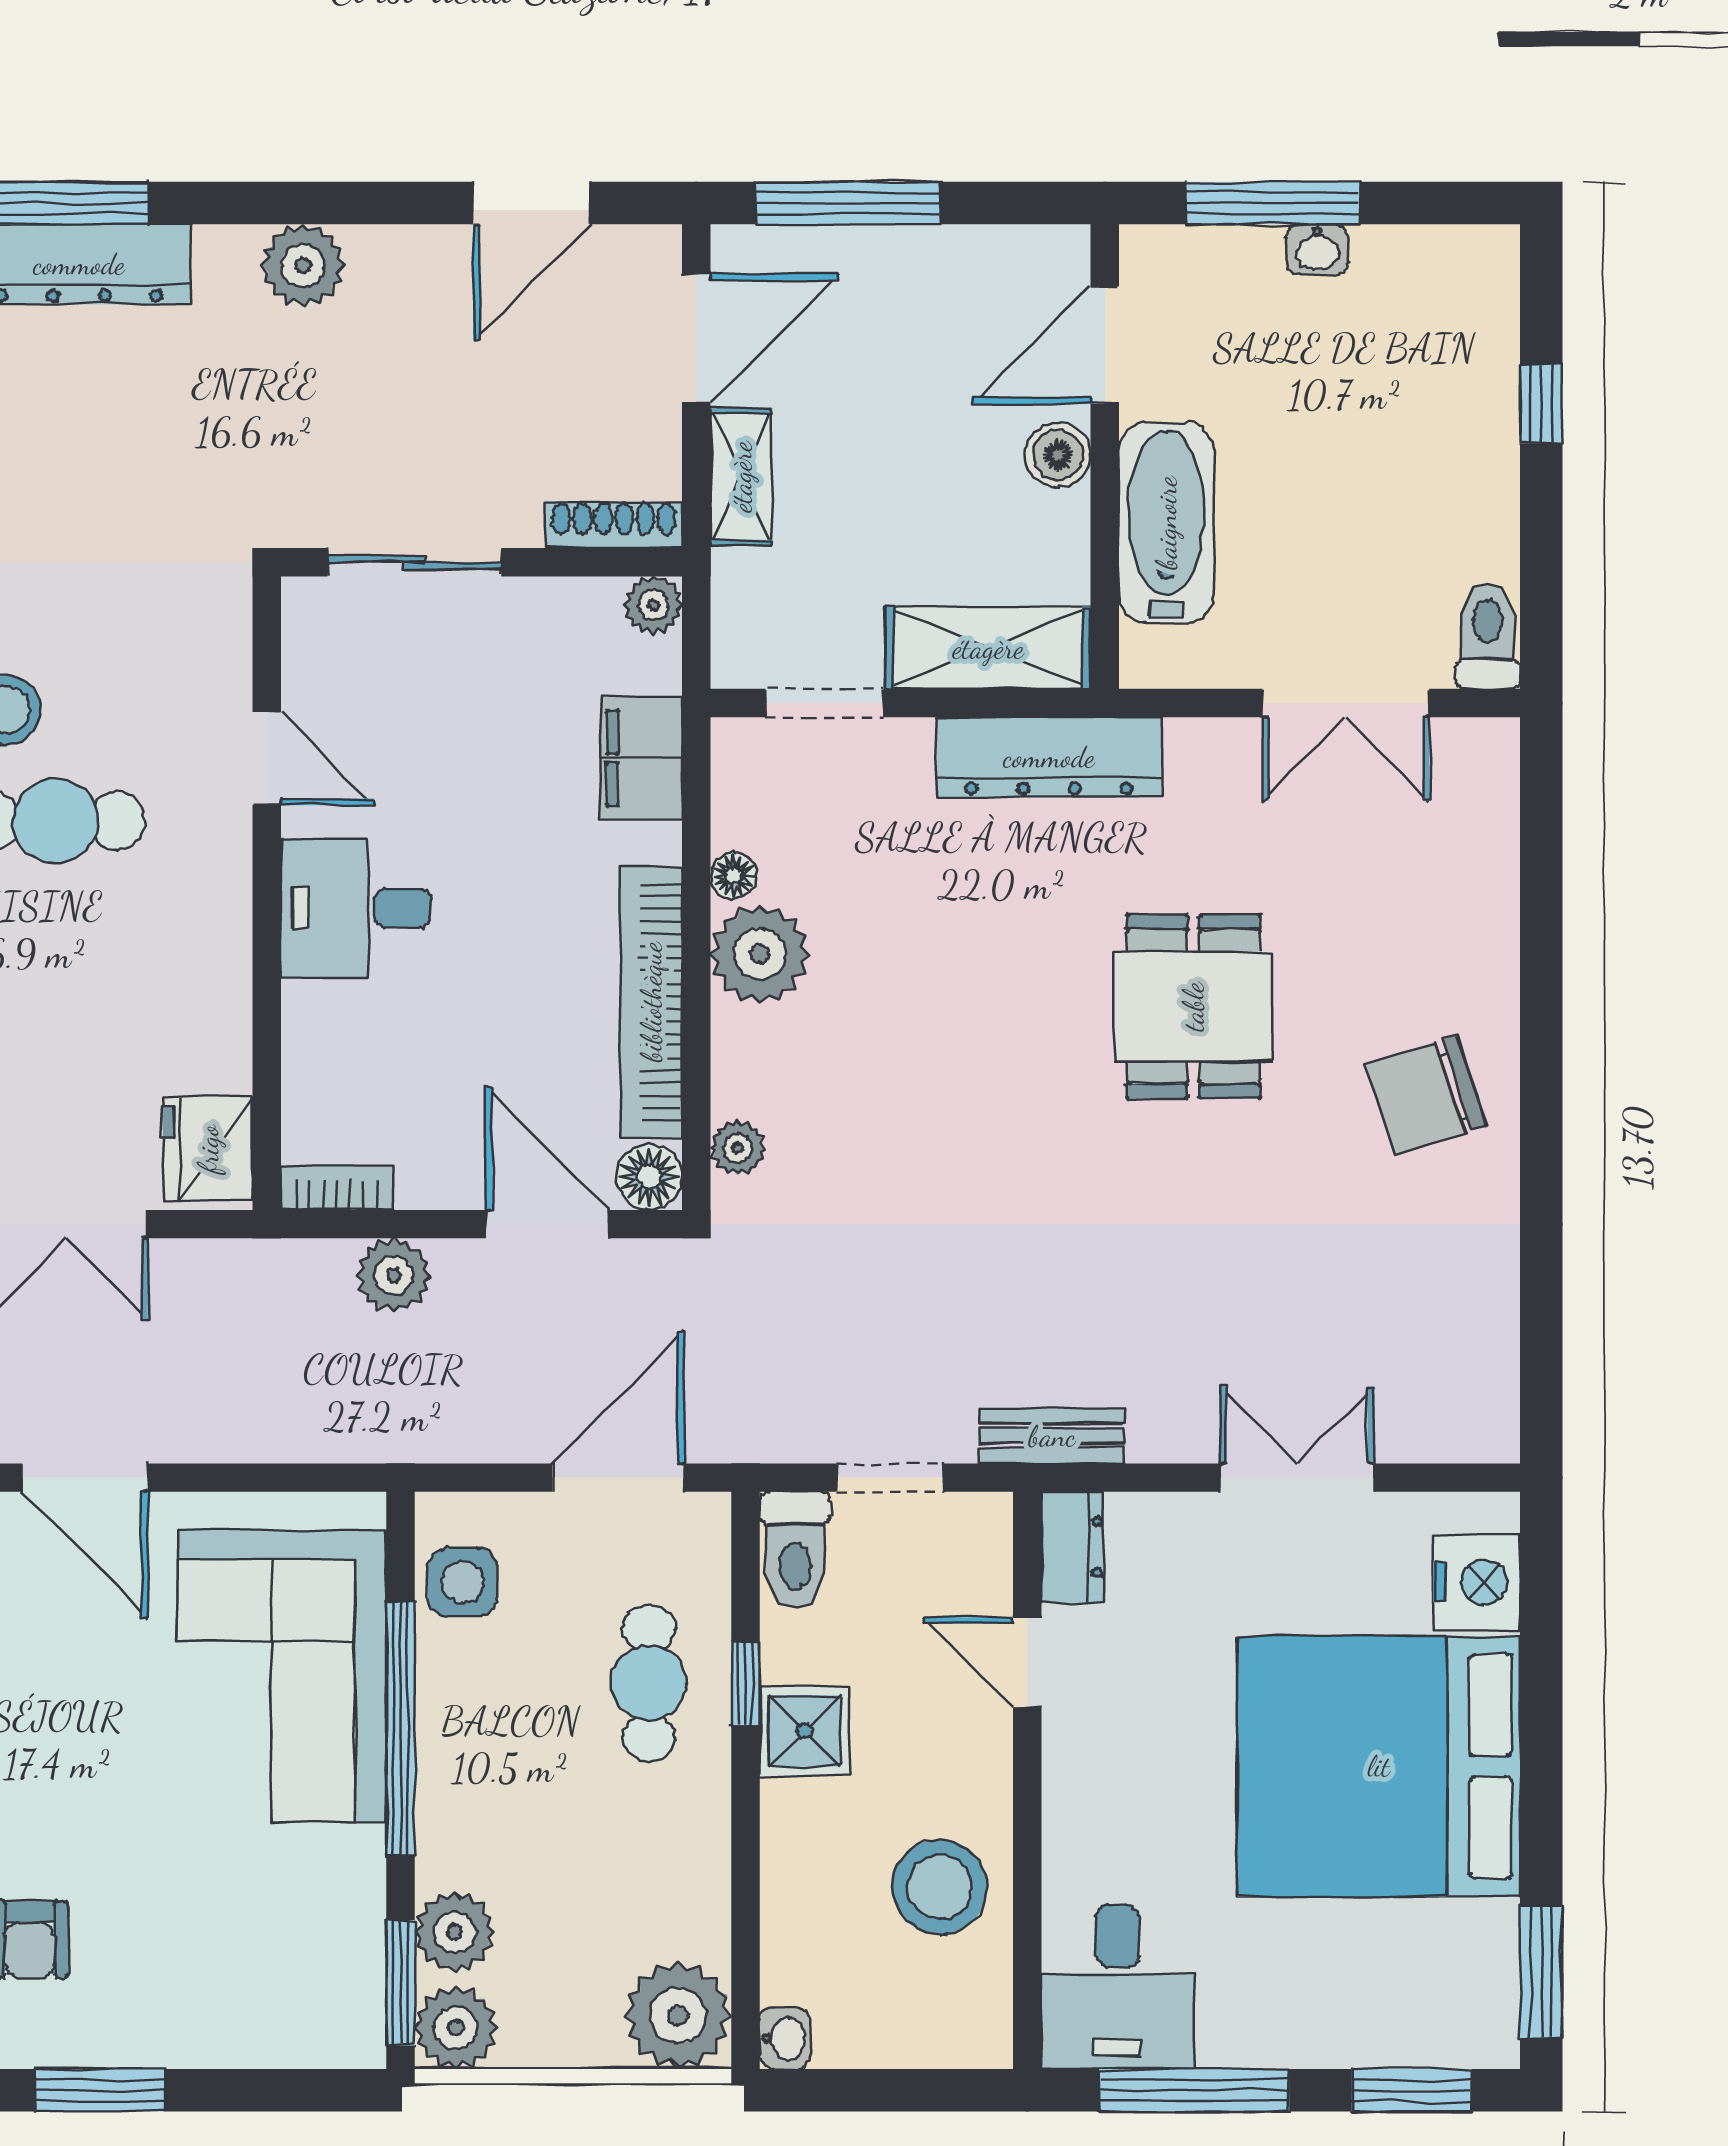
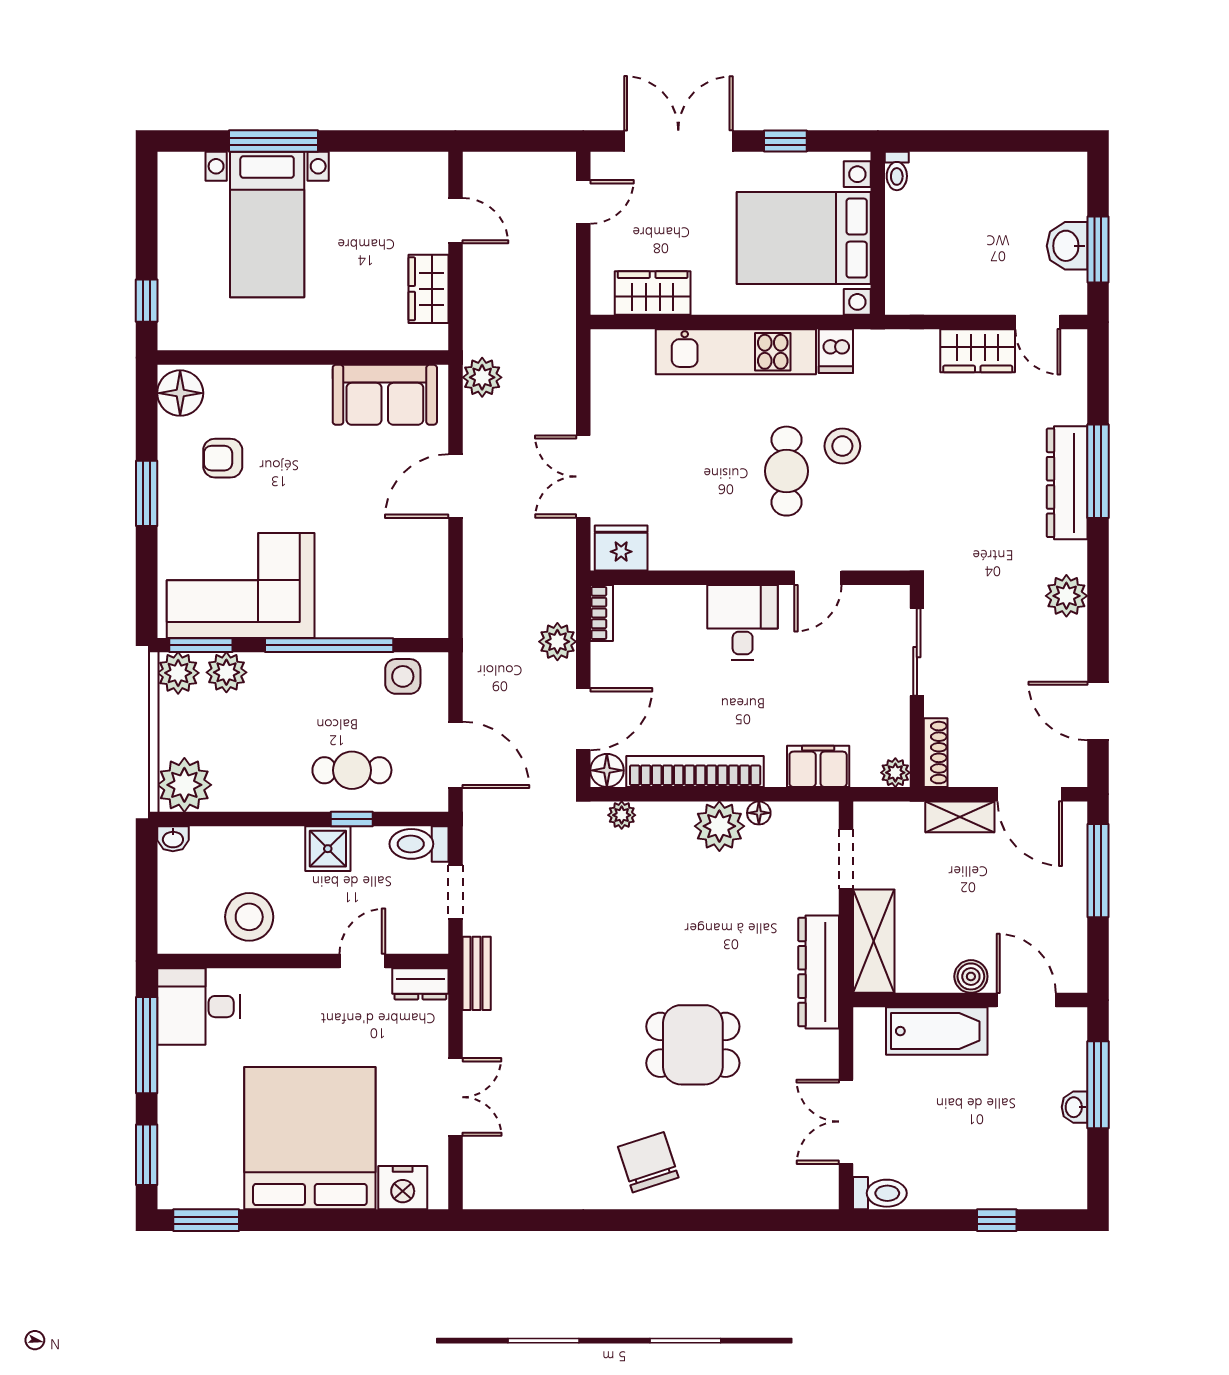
corner sofa: (282, 1676) -> (241, 585), moved

